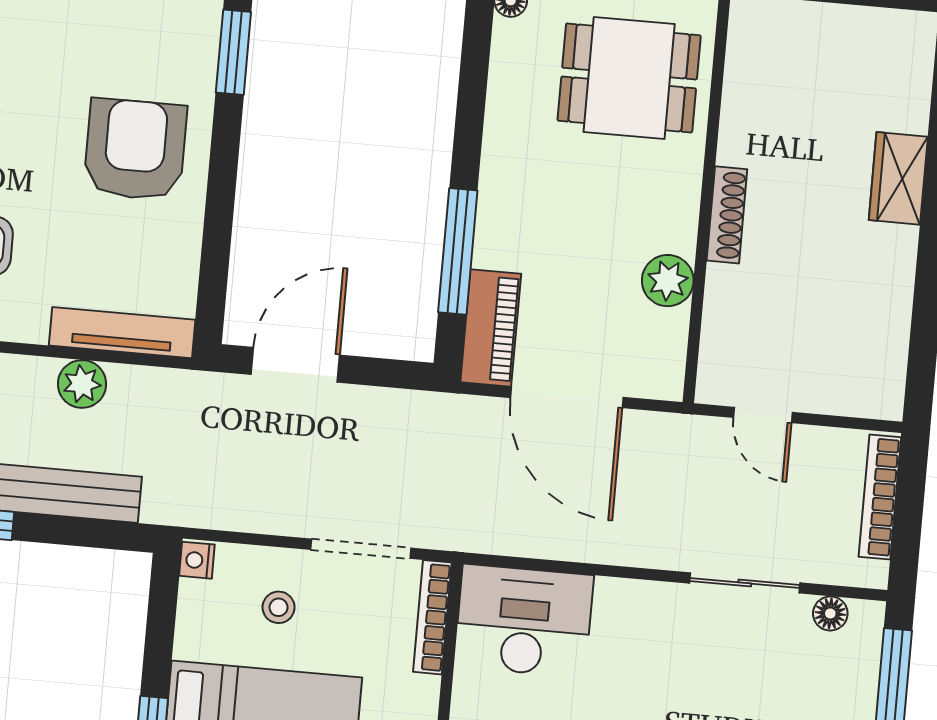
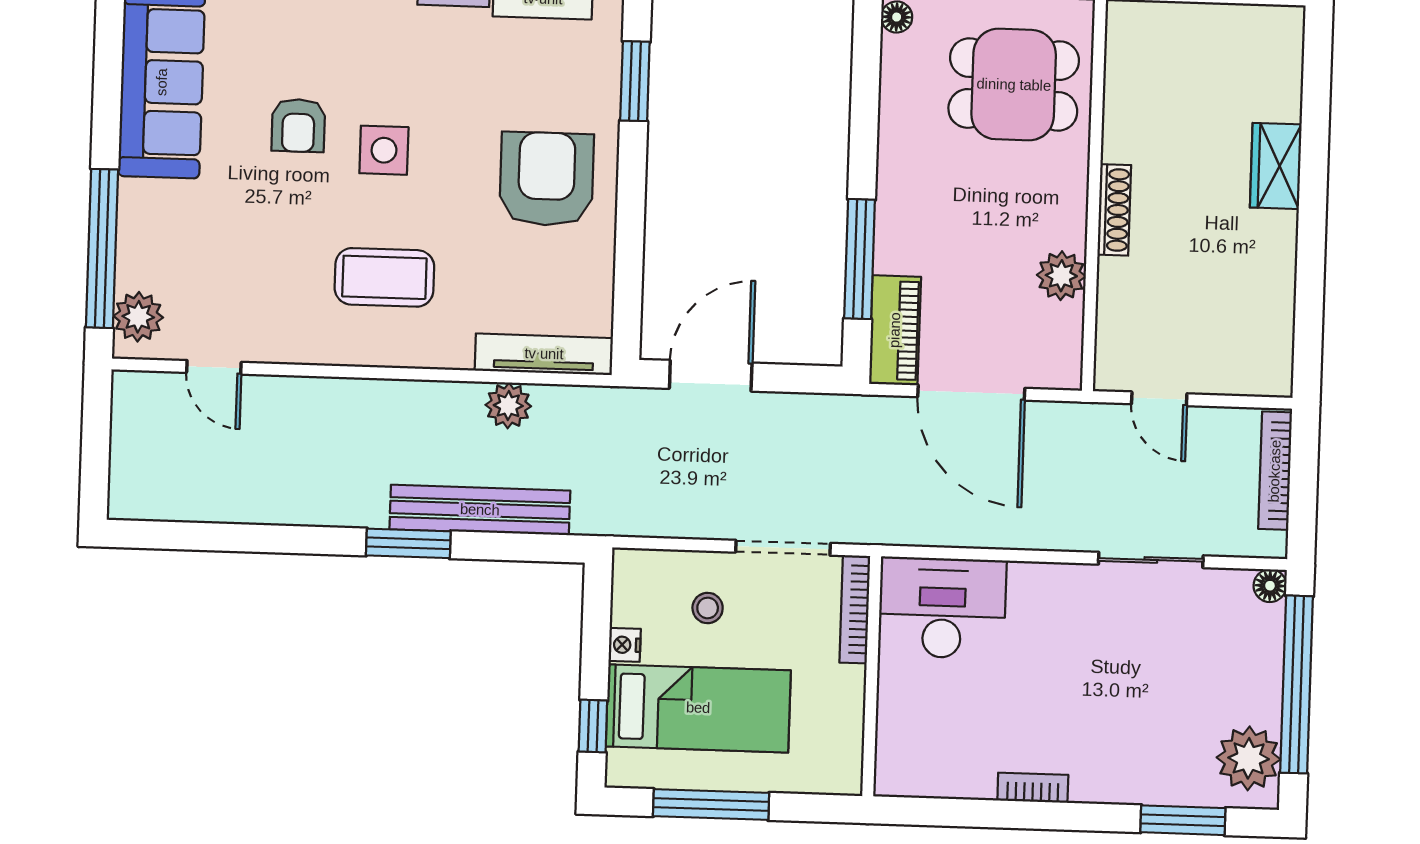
nightstand: (197, 560) -> (625, 645), moved
floor lamp: (830, 613) -> (1270, 586), moved

